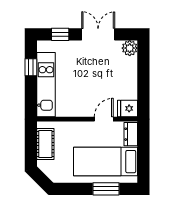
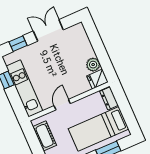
plant: (130, 48) -> (93, 65), moved
door: (104, 119) -> (62, 105), moved

